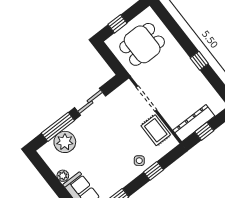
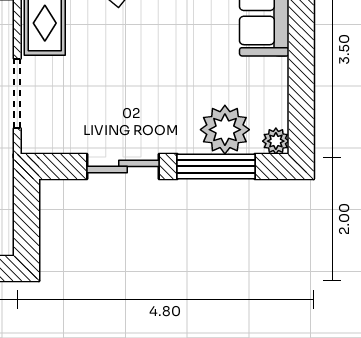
plant: (63, 176) -> (276, 141), moved

